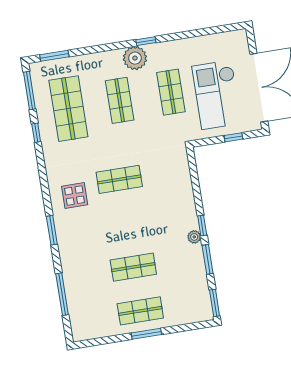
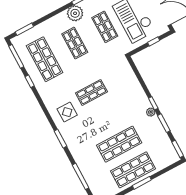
shop shelf: (133, 267) -> (119, 144), width x1.43, depth x1.36
shop shelf: (140, 311) -> (133, 170), width x1.43, depth x1.36

